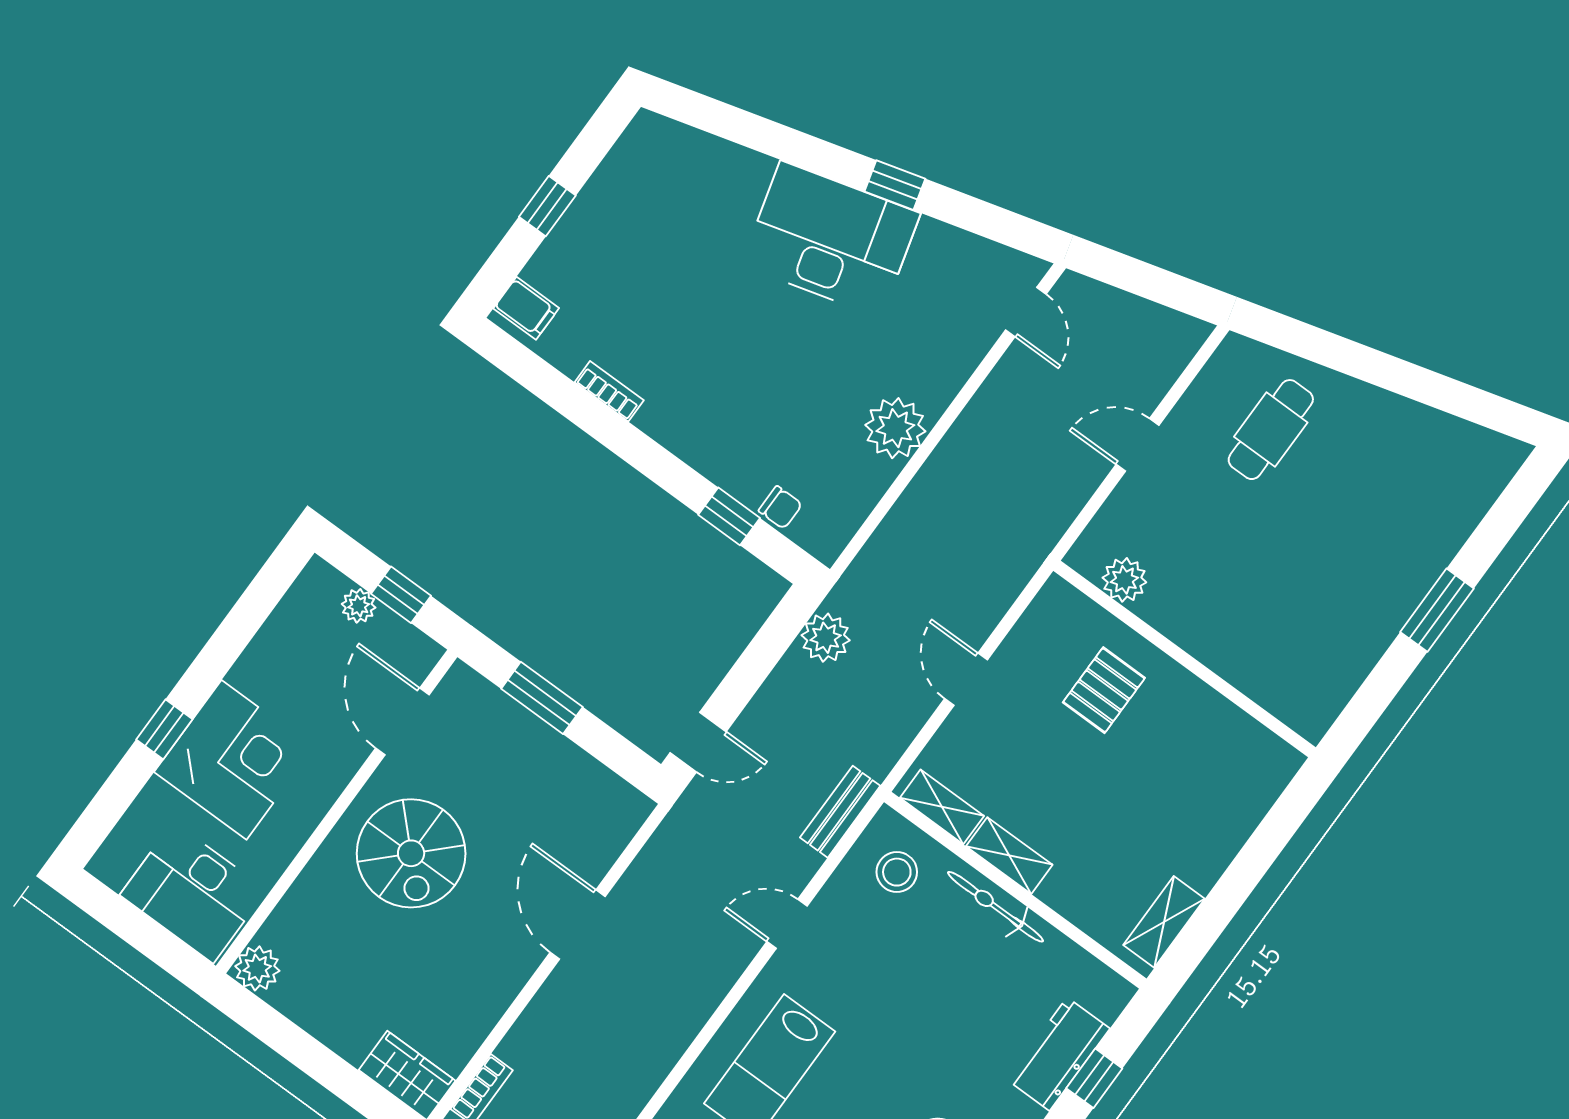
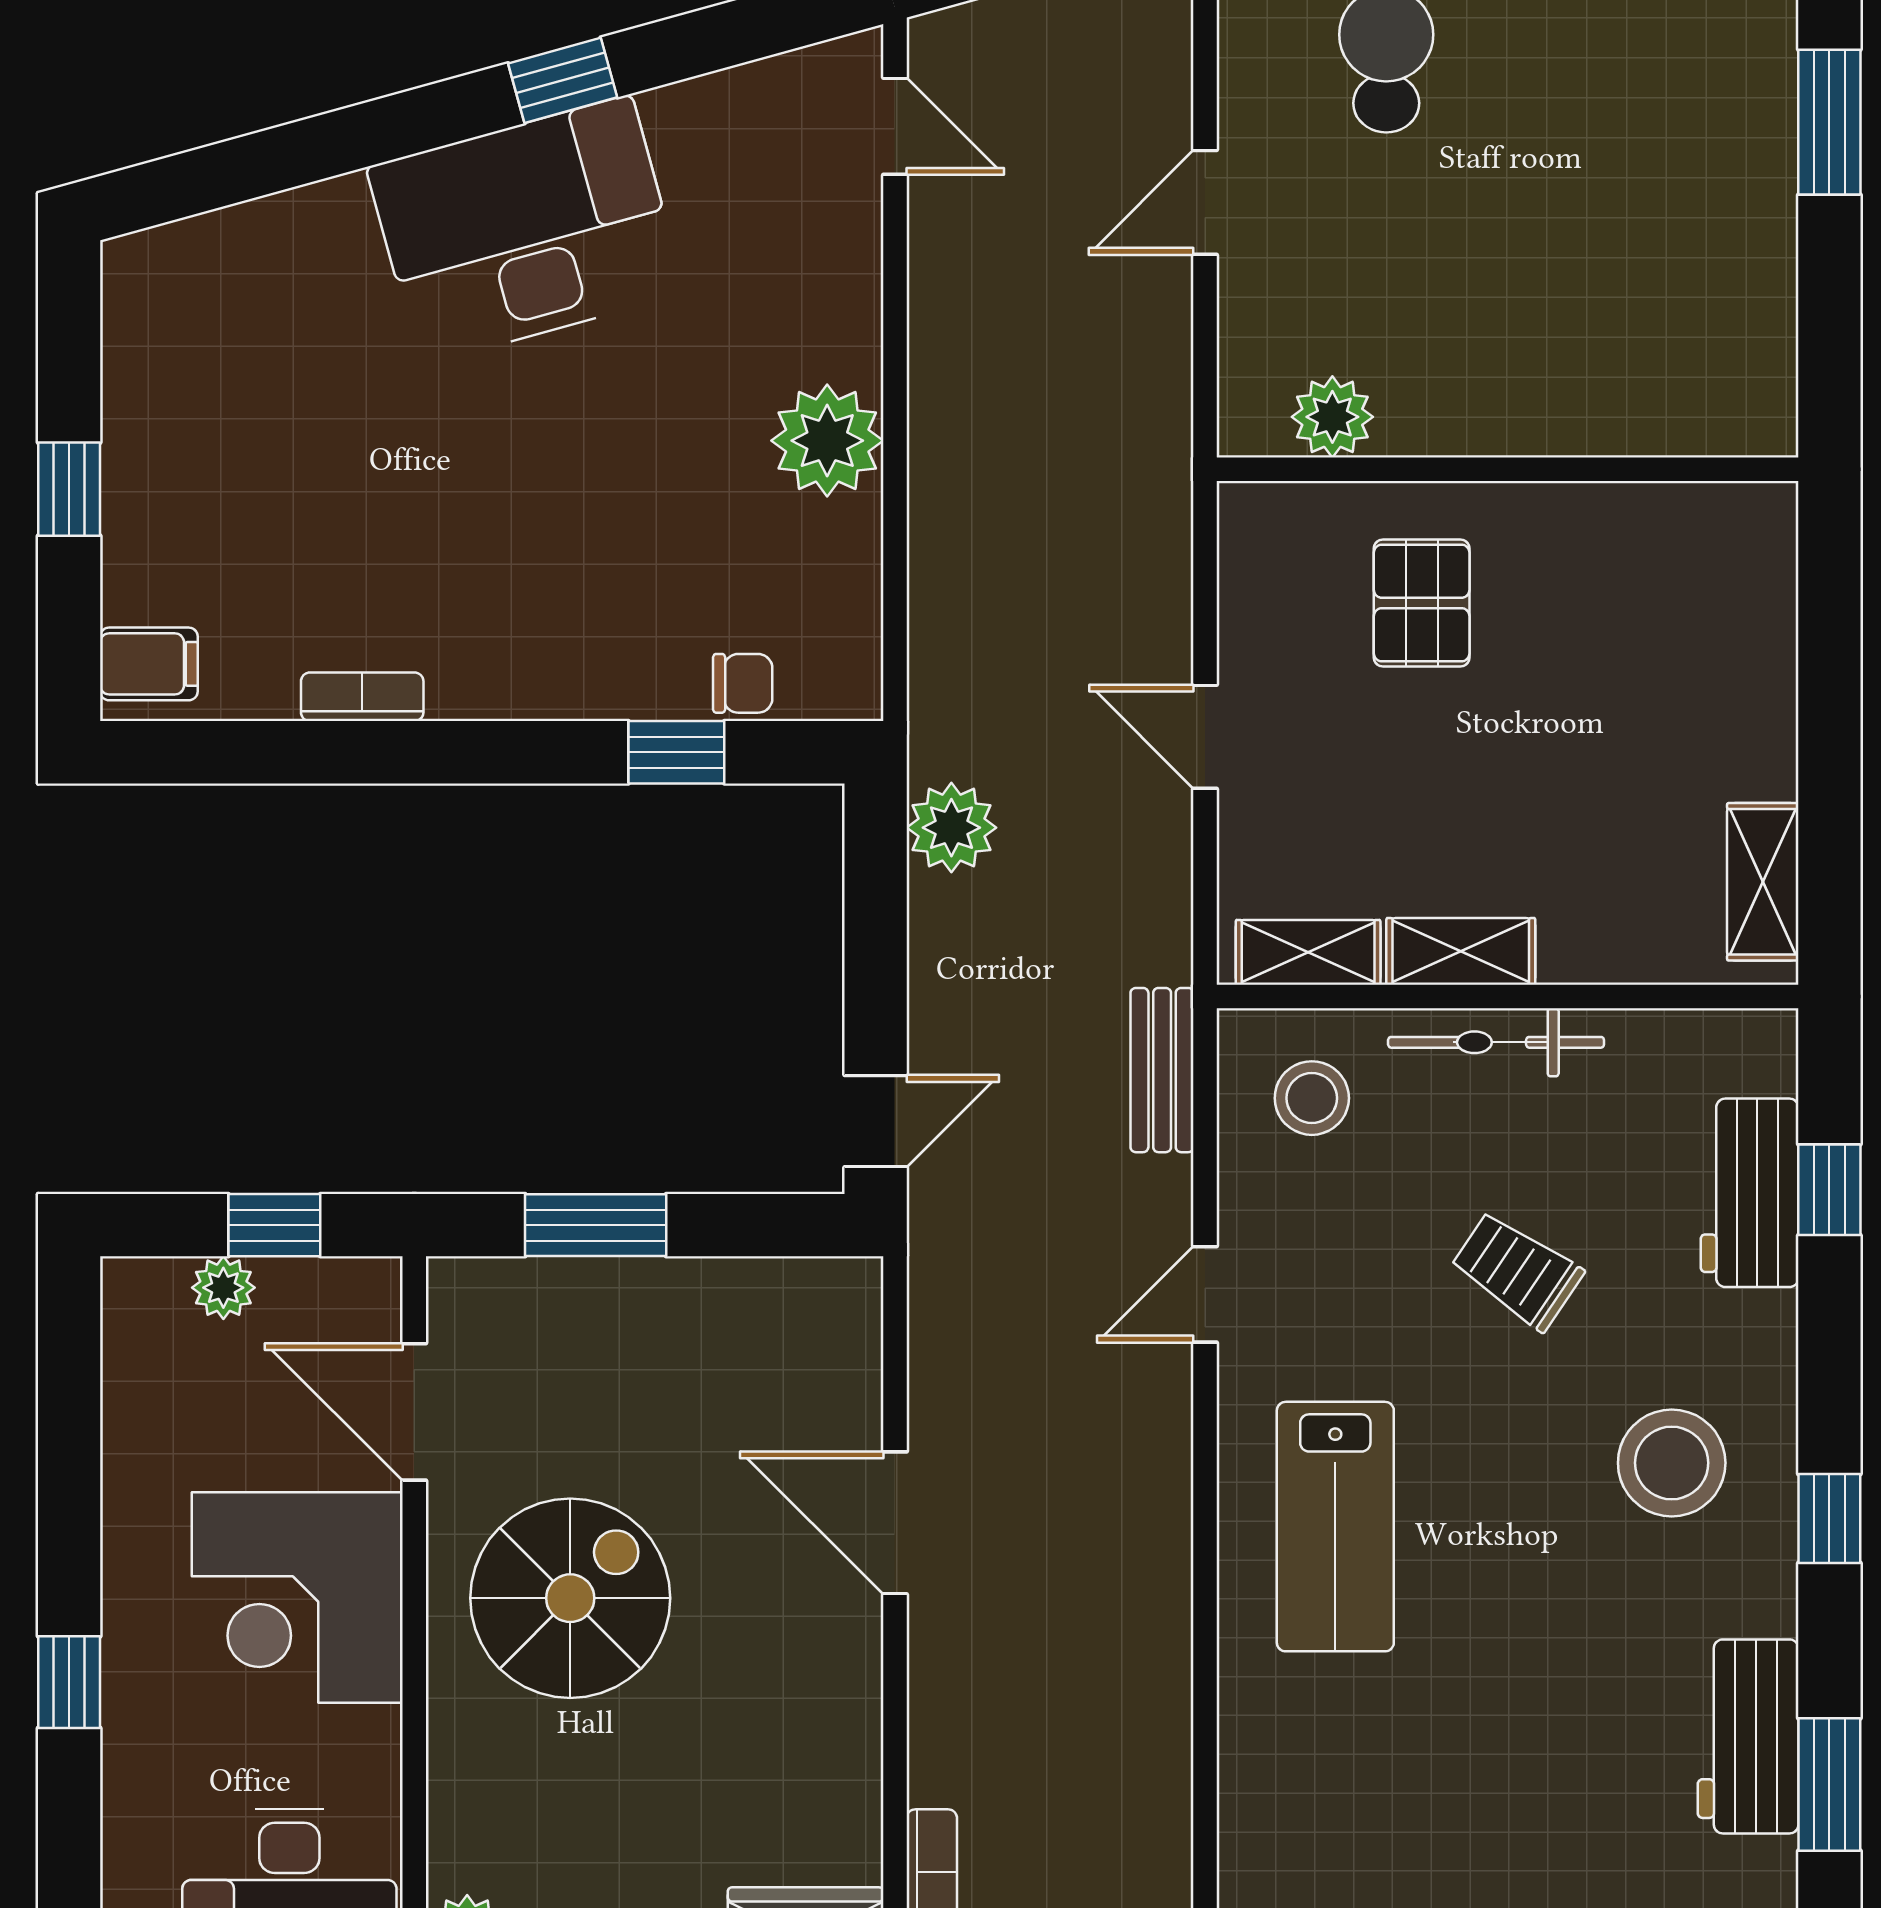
corner desk: (234, 760) -> (297, 1598), moved, turned 180
spiral stairs: (411, 853) -> (570, 1598), turned -90
trolley: (931, 1014) -> (1517, 1270), added

